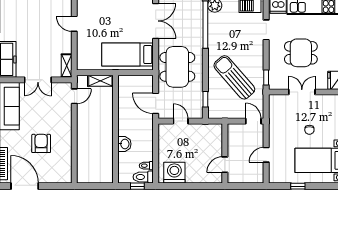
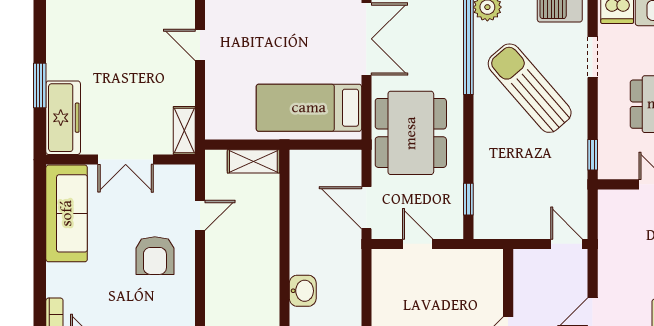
sun lounger: (234, 77) -> (530, 88), moved
door: (74, 96) -> (200, 215), moved
armchair: (41, 143) -> (155, 256), moved, turned 180

